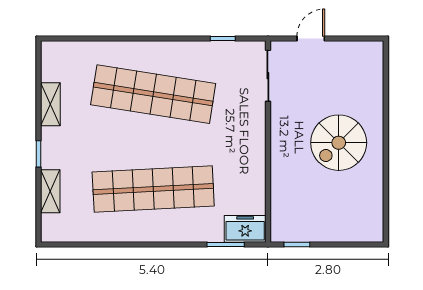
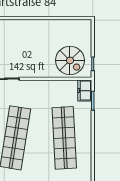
spiral stairs: (339, 143) -> (70, 60), moved

